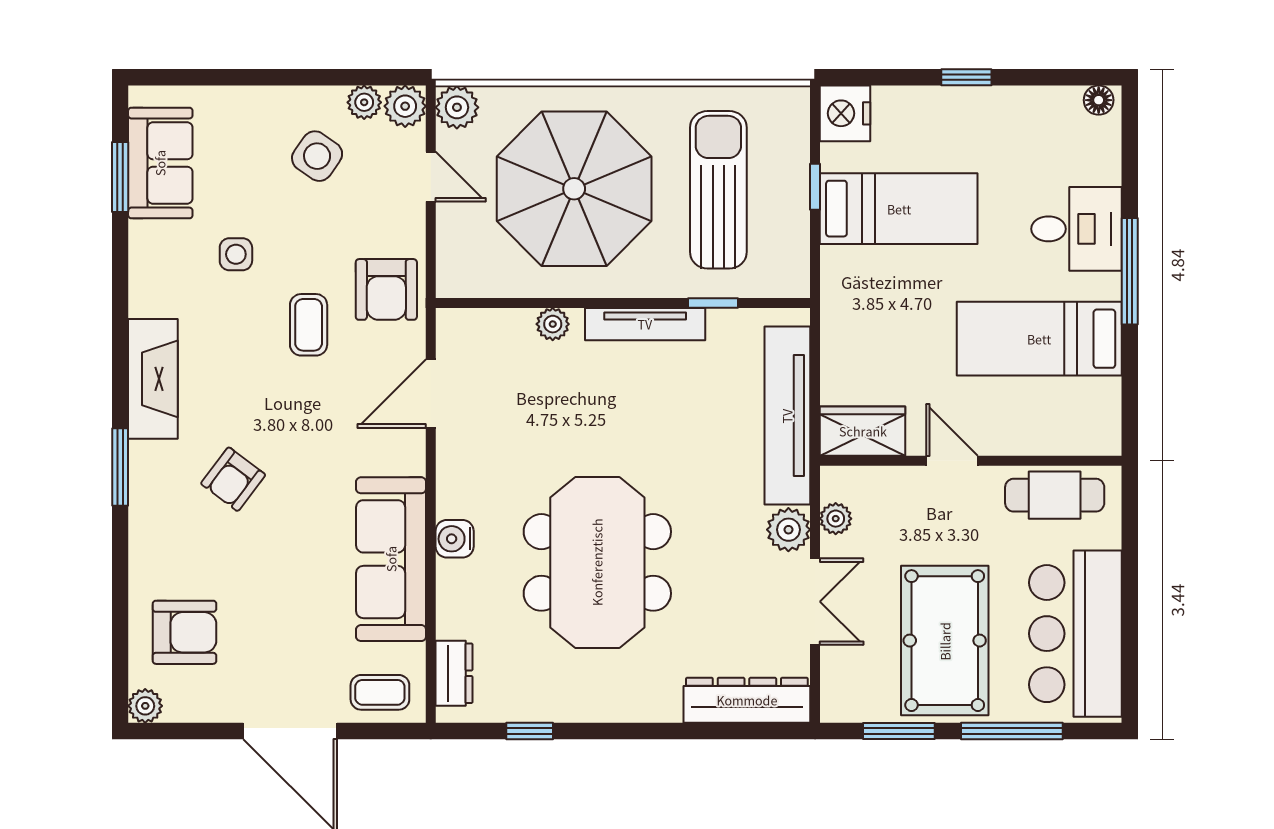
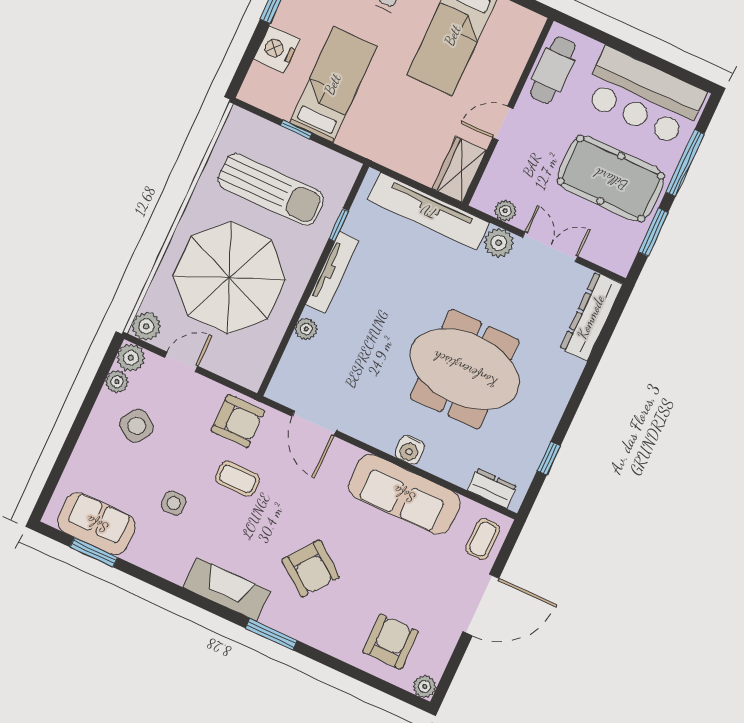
nightstand: (845, 113) -> (277, 49), moved, turned 90
sun lounger: (718, 190) -> (271, 190), turned 180
armchair: (233, 479) -> (311, 569), width x1.38, depth x1.38

